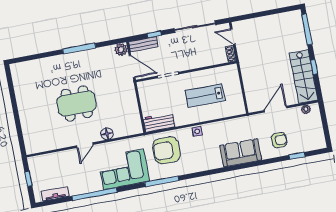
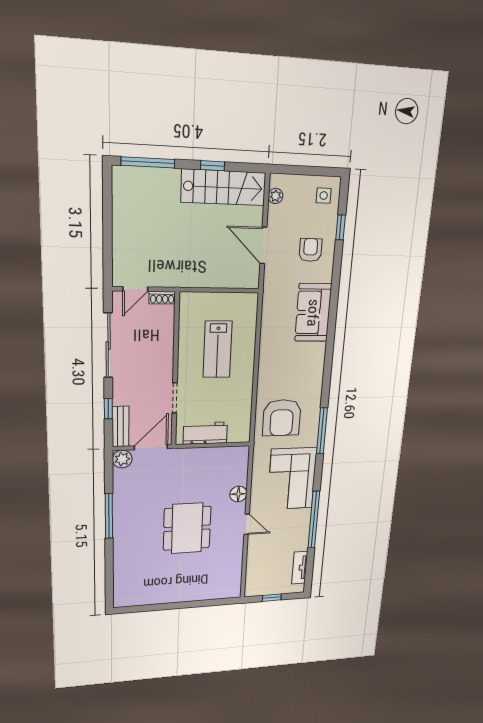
workbench: (159, 122) -> (205, 433), moved, turned 90
side table: (197, 131) -> (324, 196), moved

